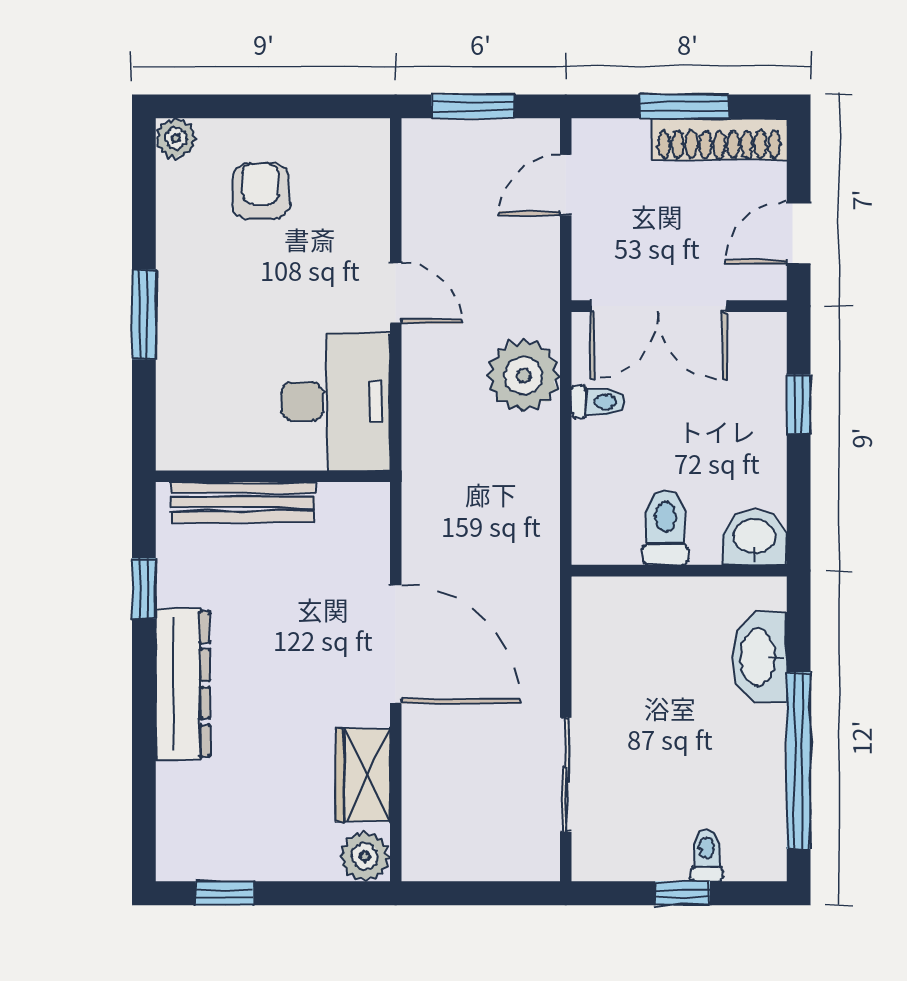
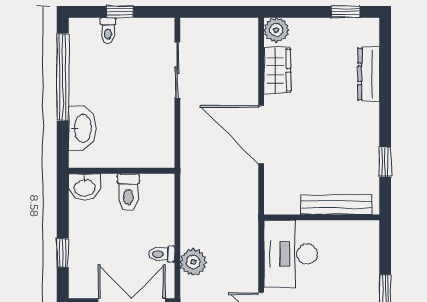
plant: (523, 376) -> (193, 262), width x0.73, depth x0.73
dresser: (183, 684) -> (369, 74), moved, width x0.73, depth x0.80

